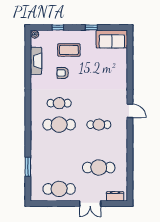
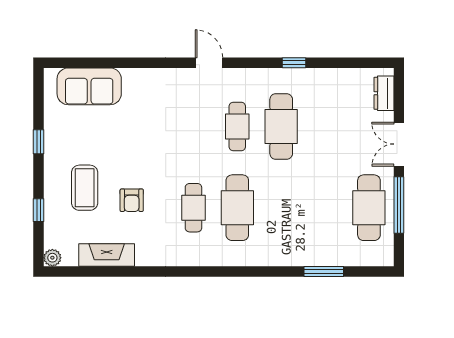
sofa: (112, 39) -> (89, 86), moved, turned 90
door: (130, 111) -> (209, 63), hinge flipped
window: (130, 152) -> (294, 63), added
cafe table: (99, 167) -> (281, 127), moved
window: (60, 204) -> (399, 205), added
double door: (90, 204) -> (399, 144), swing flipped

